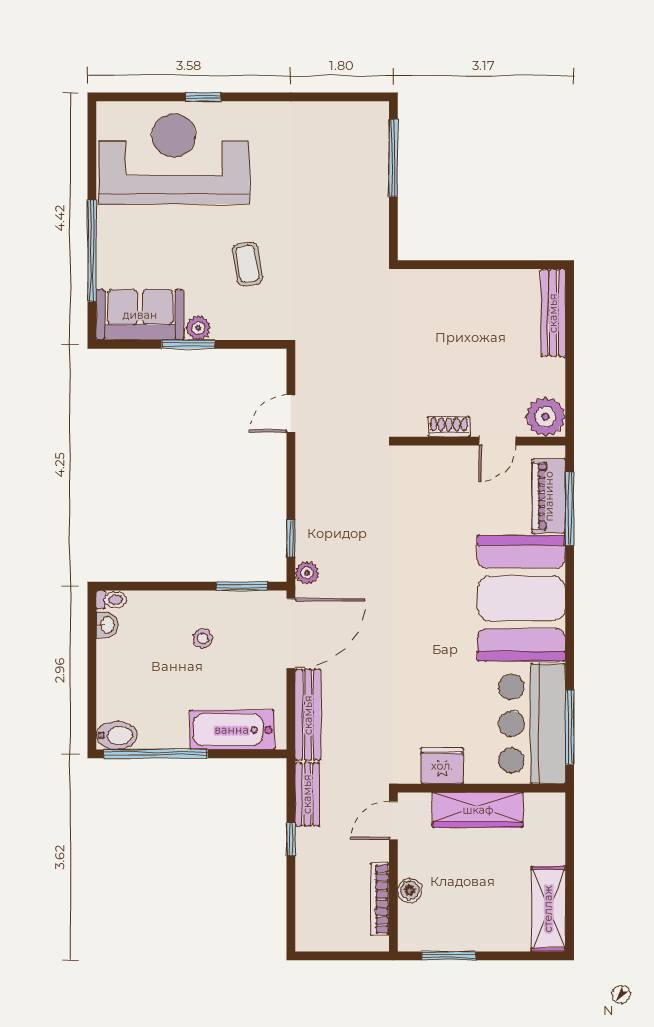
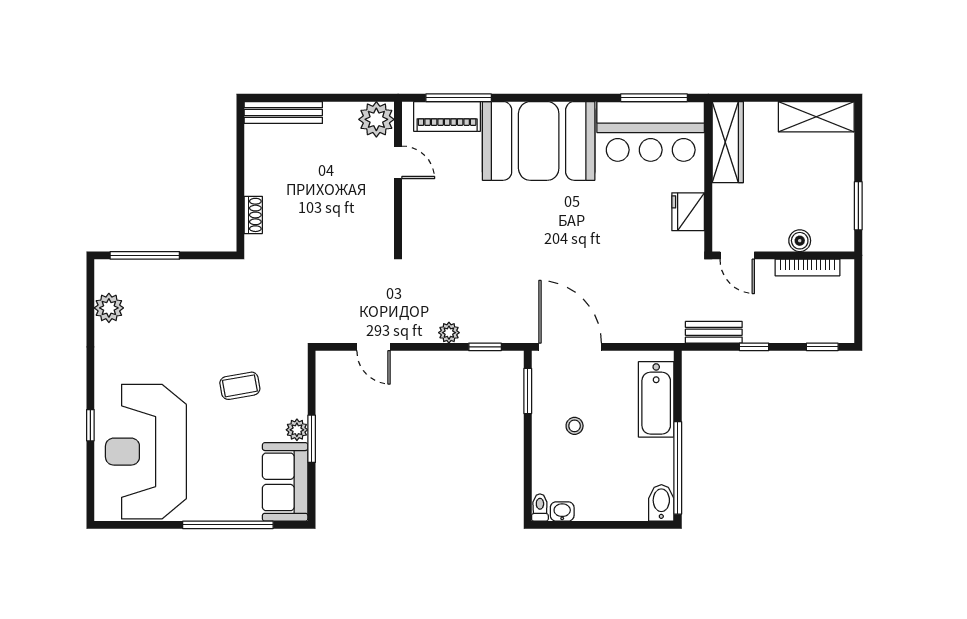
plant: (335, 118) -> (109, 308), added
shoe rack: (449, 427) -> (253, 215), moved, turned 180
plant: (307, 573) -> (449, 333), moved
bench: (308, 715) -> (643, 332), removed
wardrobe: (478, 810) -> (728, 142), moved
window: (291, 916) -> (822, 347), added

